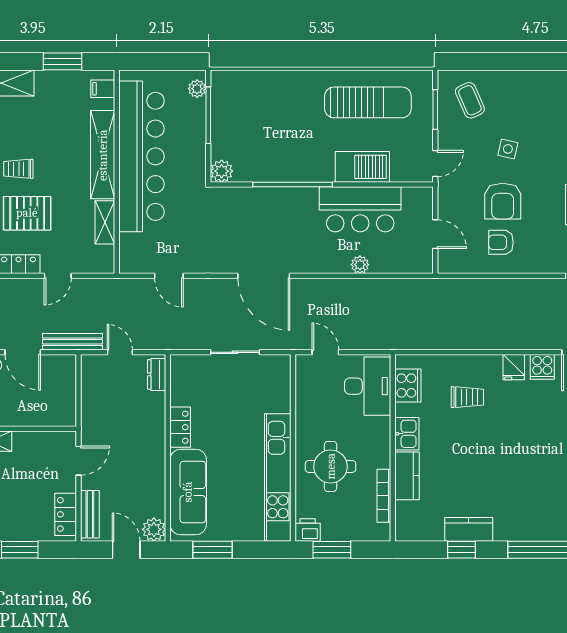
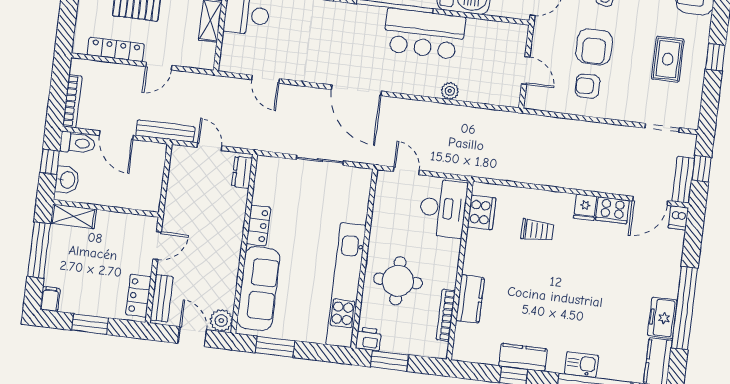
bar counter: (360, 209) -> (424, 34), moved
cooker: (542, 367) -> (613, 210), width x1.36
kitchen sink: (407, 434) -> (581, 365), moved, turned -90

